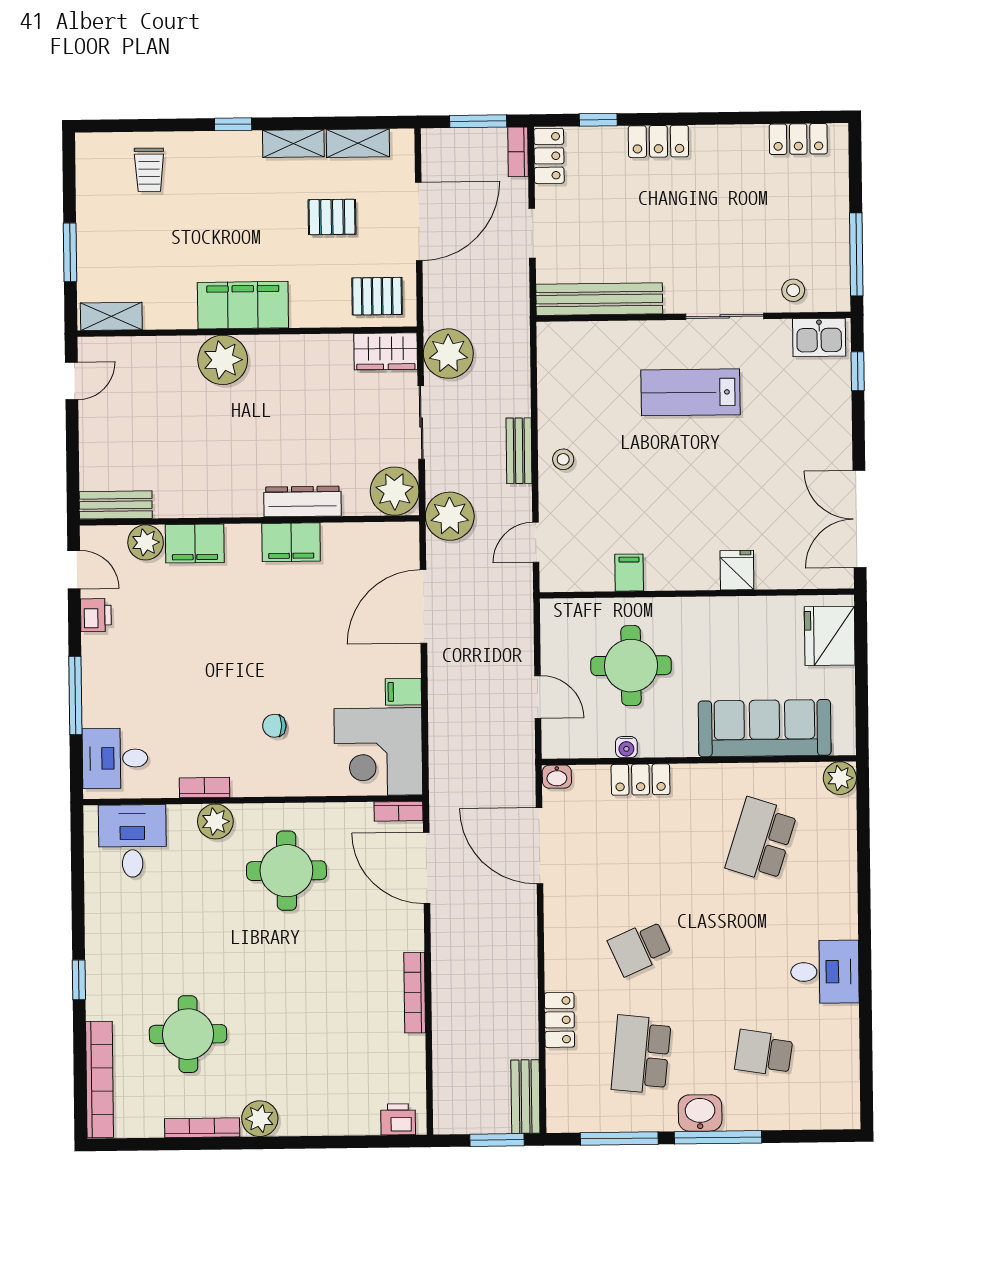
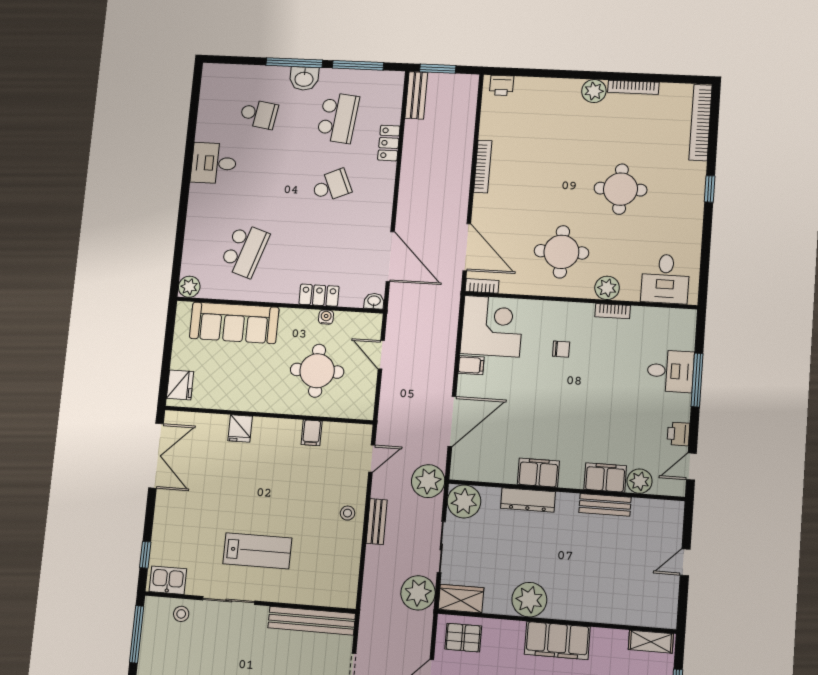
plant: (223, 360) -> (529, 600), moved
door: (72, 381) -> (685, 562), moved
bench: (116, 505) -> (605, 505), moved
door: (74, 570) -> (691, 467), hinge flipped
fridge: (830, 636) -> (180, 385), width x0.73, depth x0.75
desk: (115, 758) -> (670, 371), moved
round table: (188, 1034) -> (620, 189), moved

